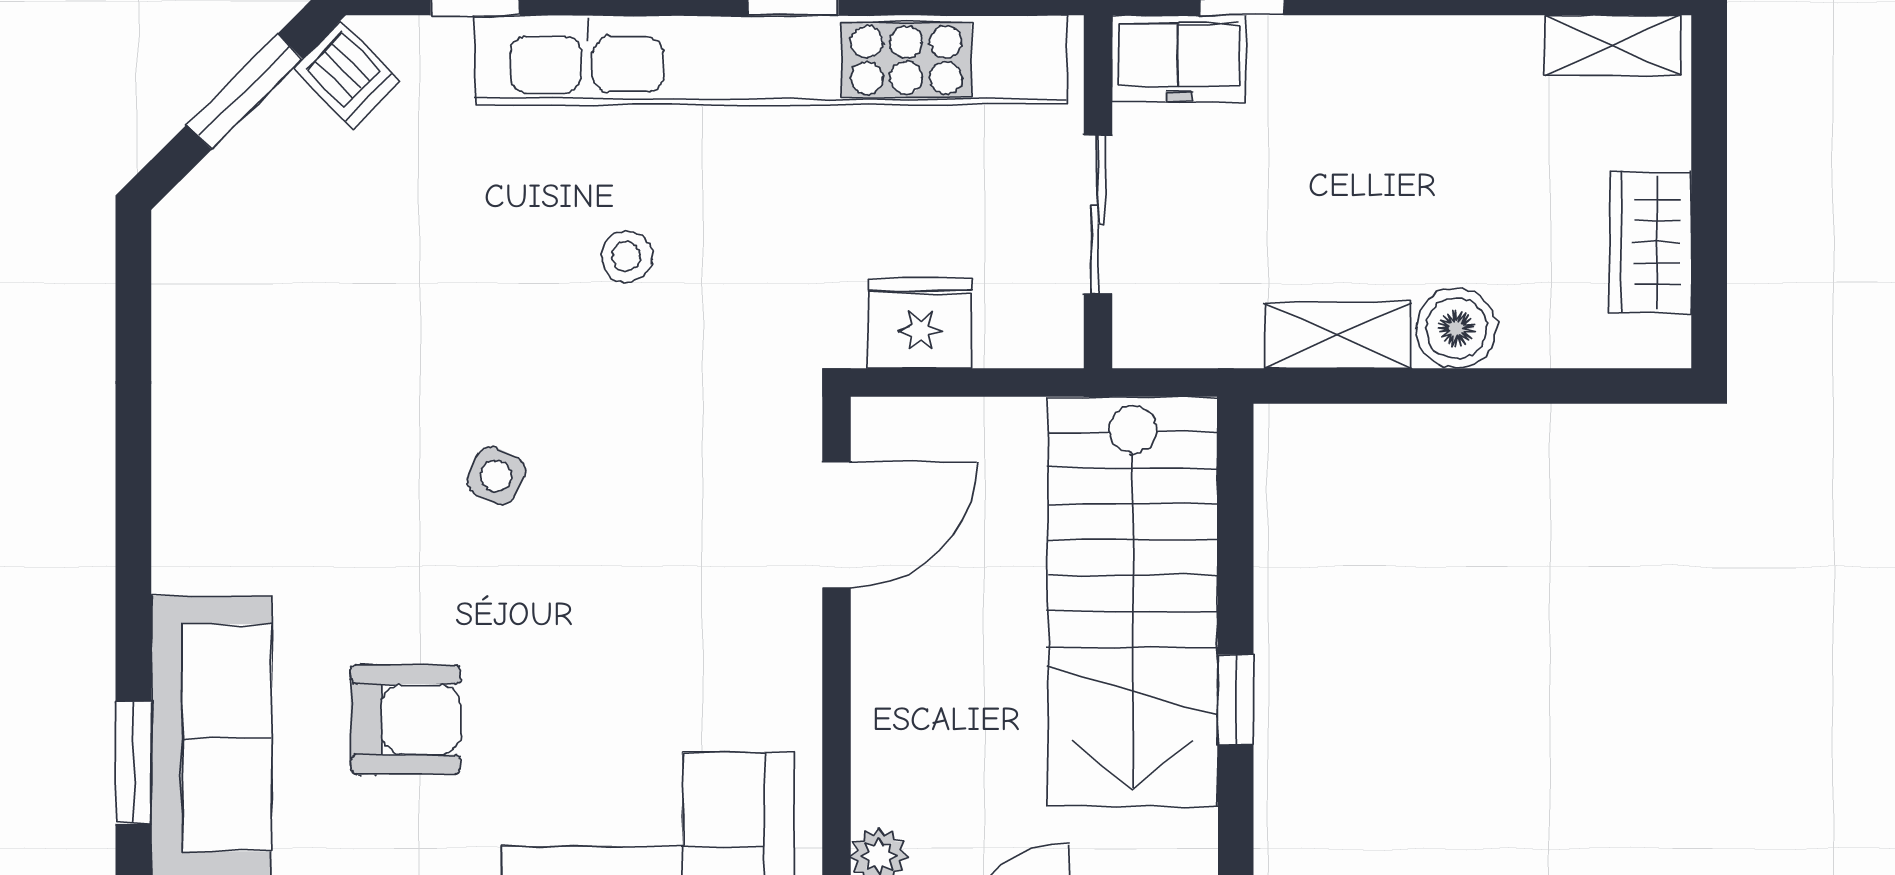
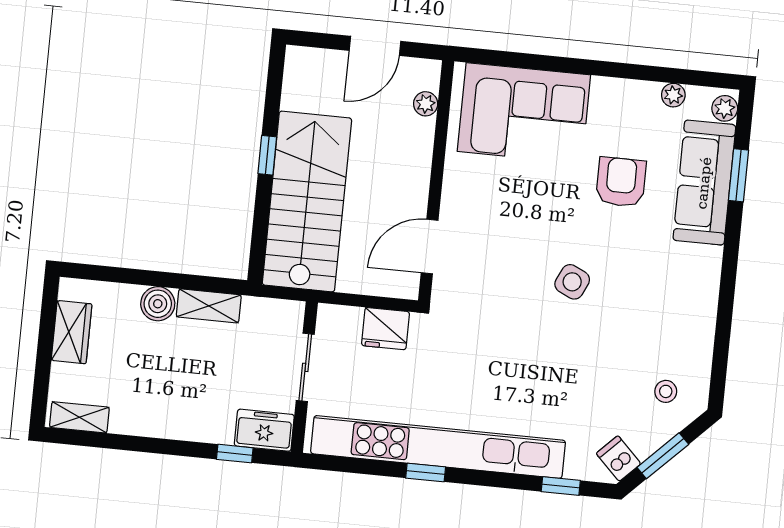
stool: (627, 256) -> (666, 391), moved
side table: (496, 476) -> (572, 282), width x1.37, depth x1.37
armchair: (406, 720) -> (621, 182), turned 90

